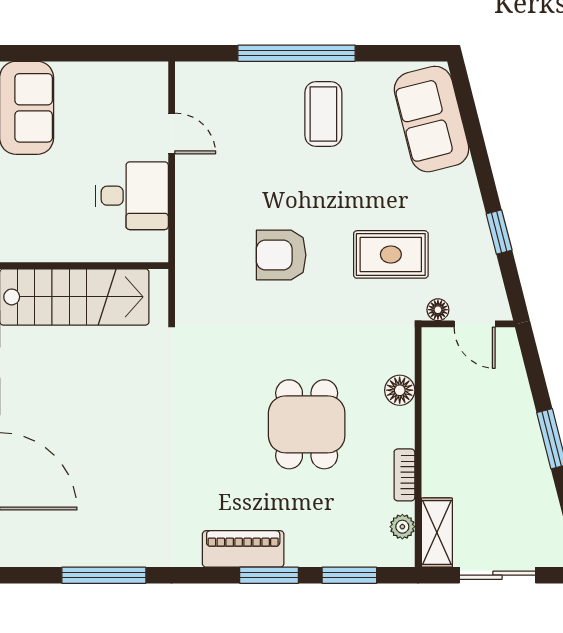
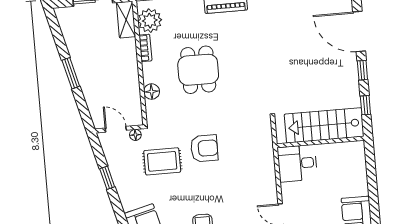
desk: (132, 196) -> (297, 163), moved
armchair: (281, 255) -> (204, 148), moved
plant: (402, 527) -> (150, 21), width x1.88, depth x1.88

